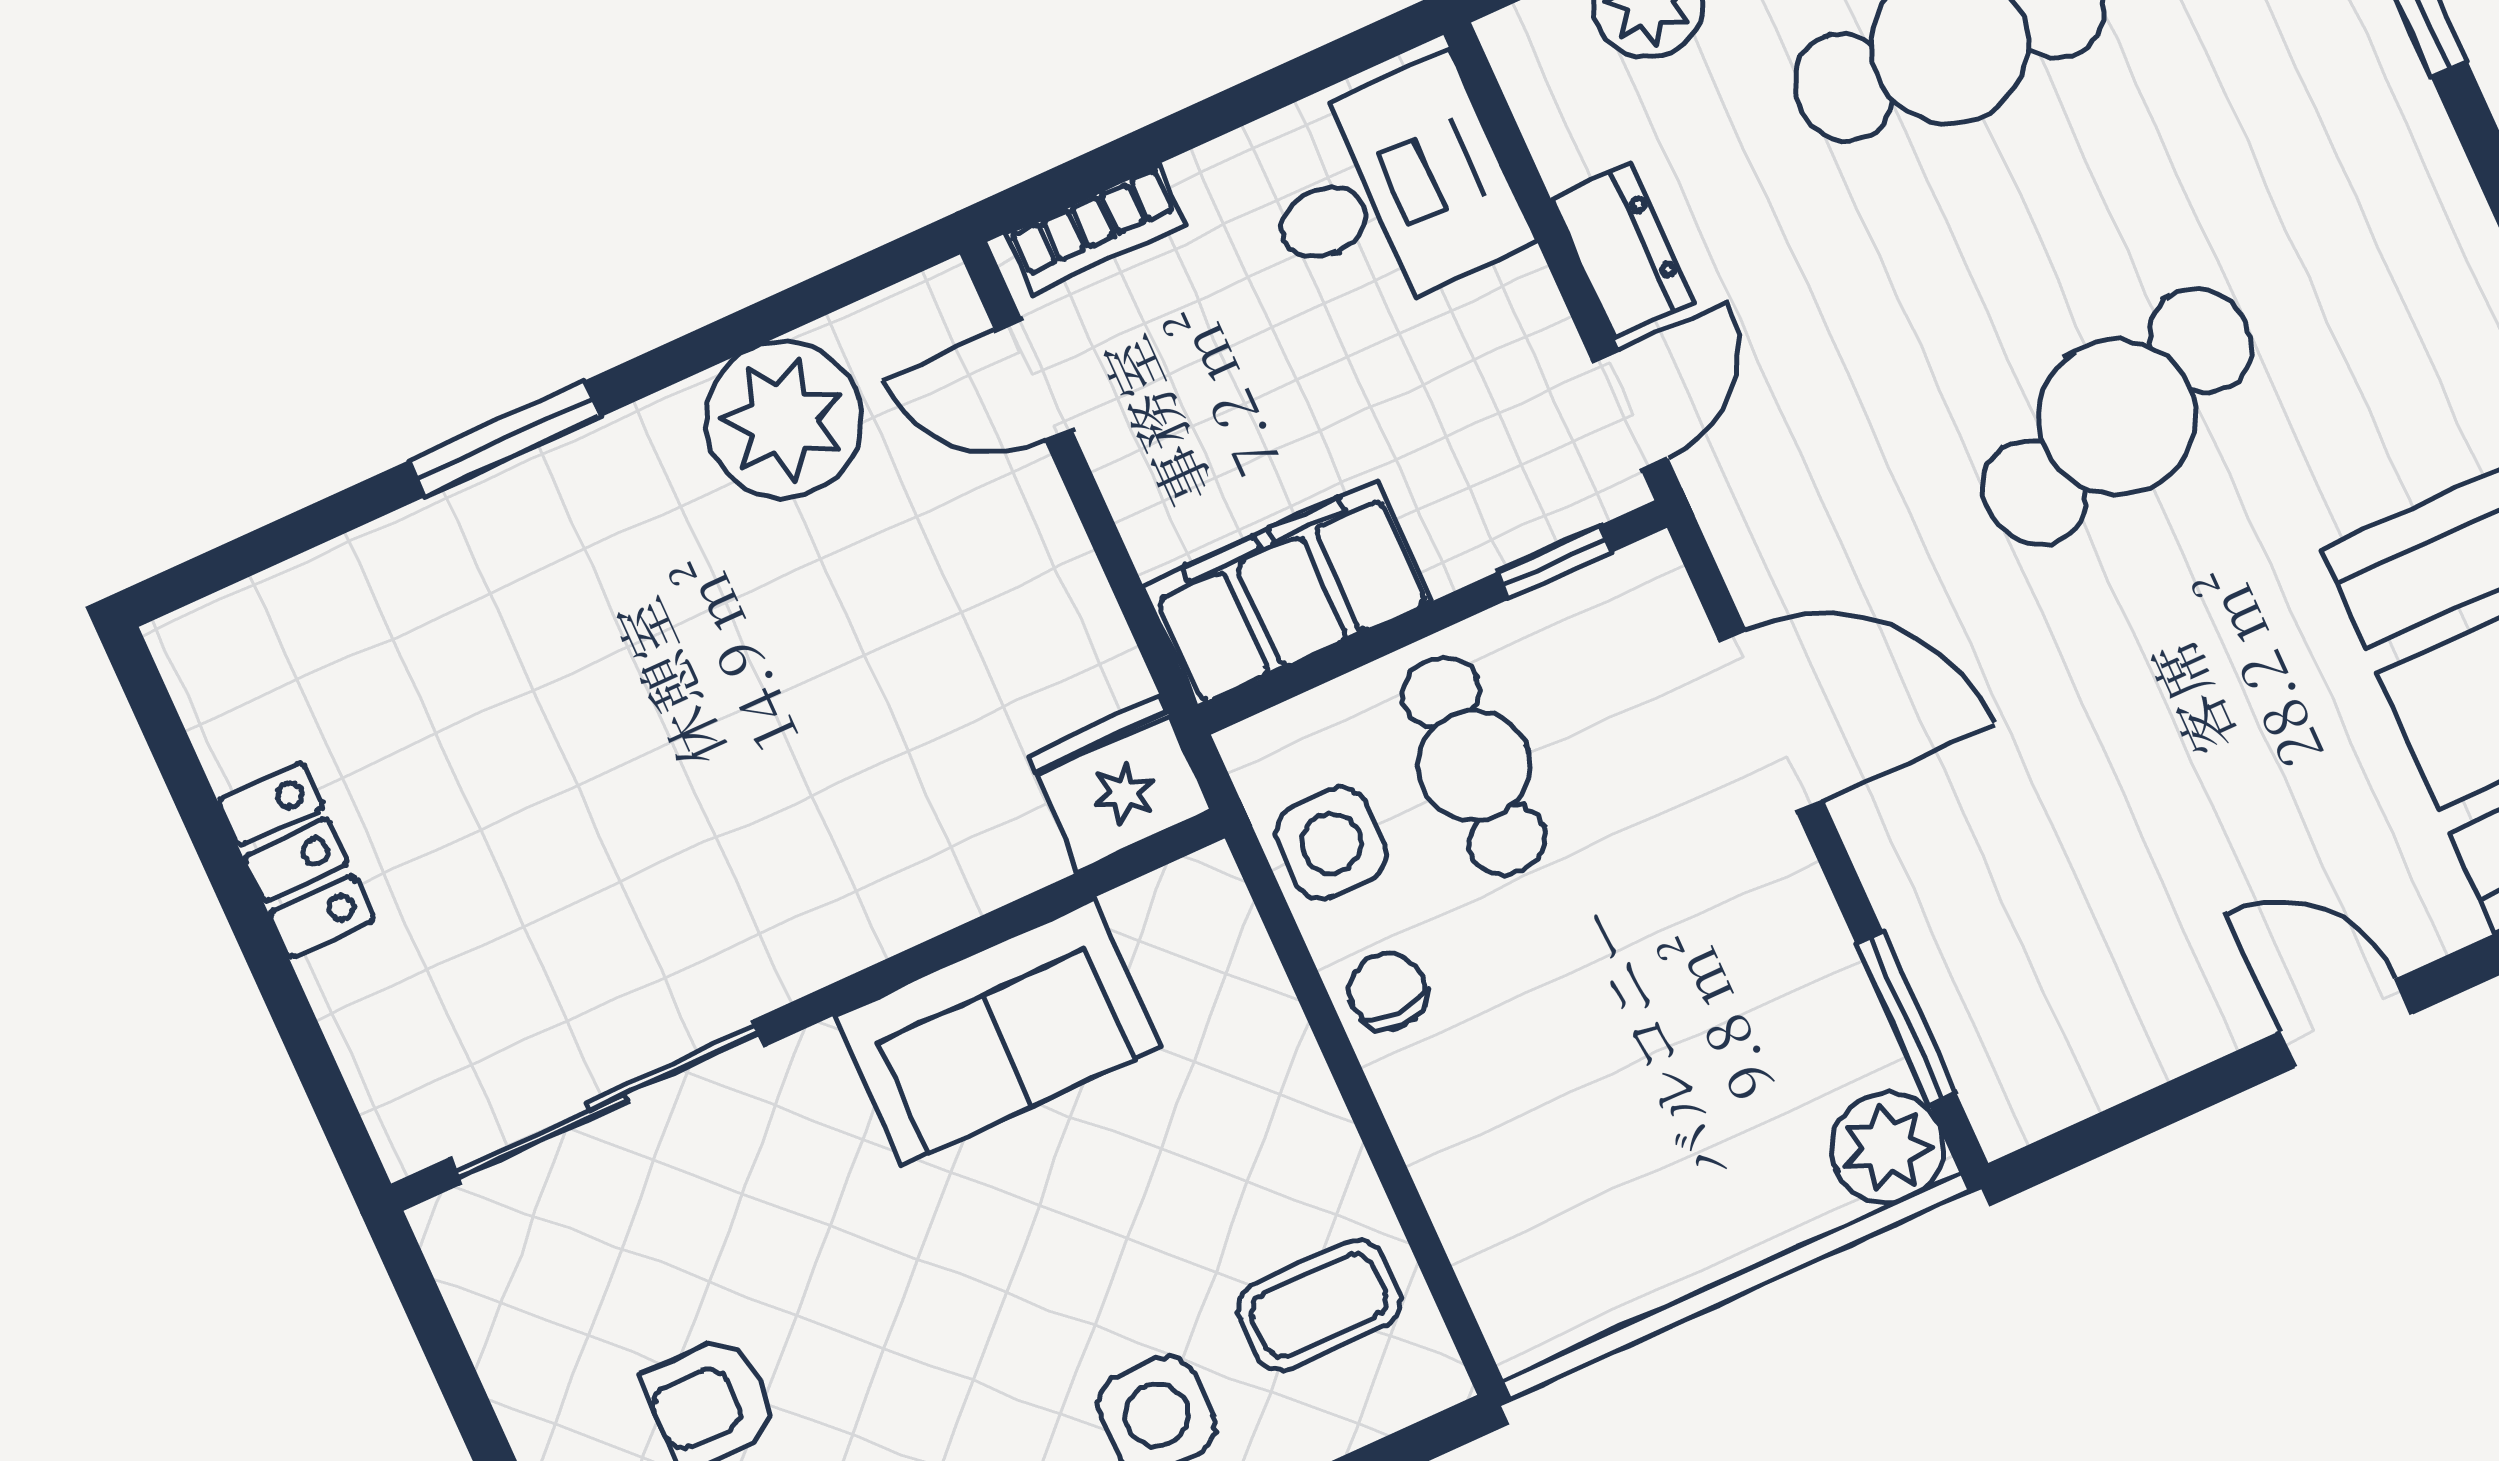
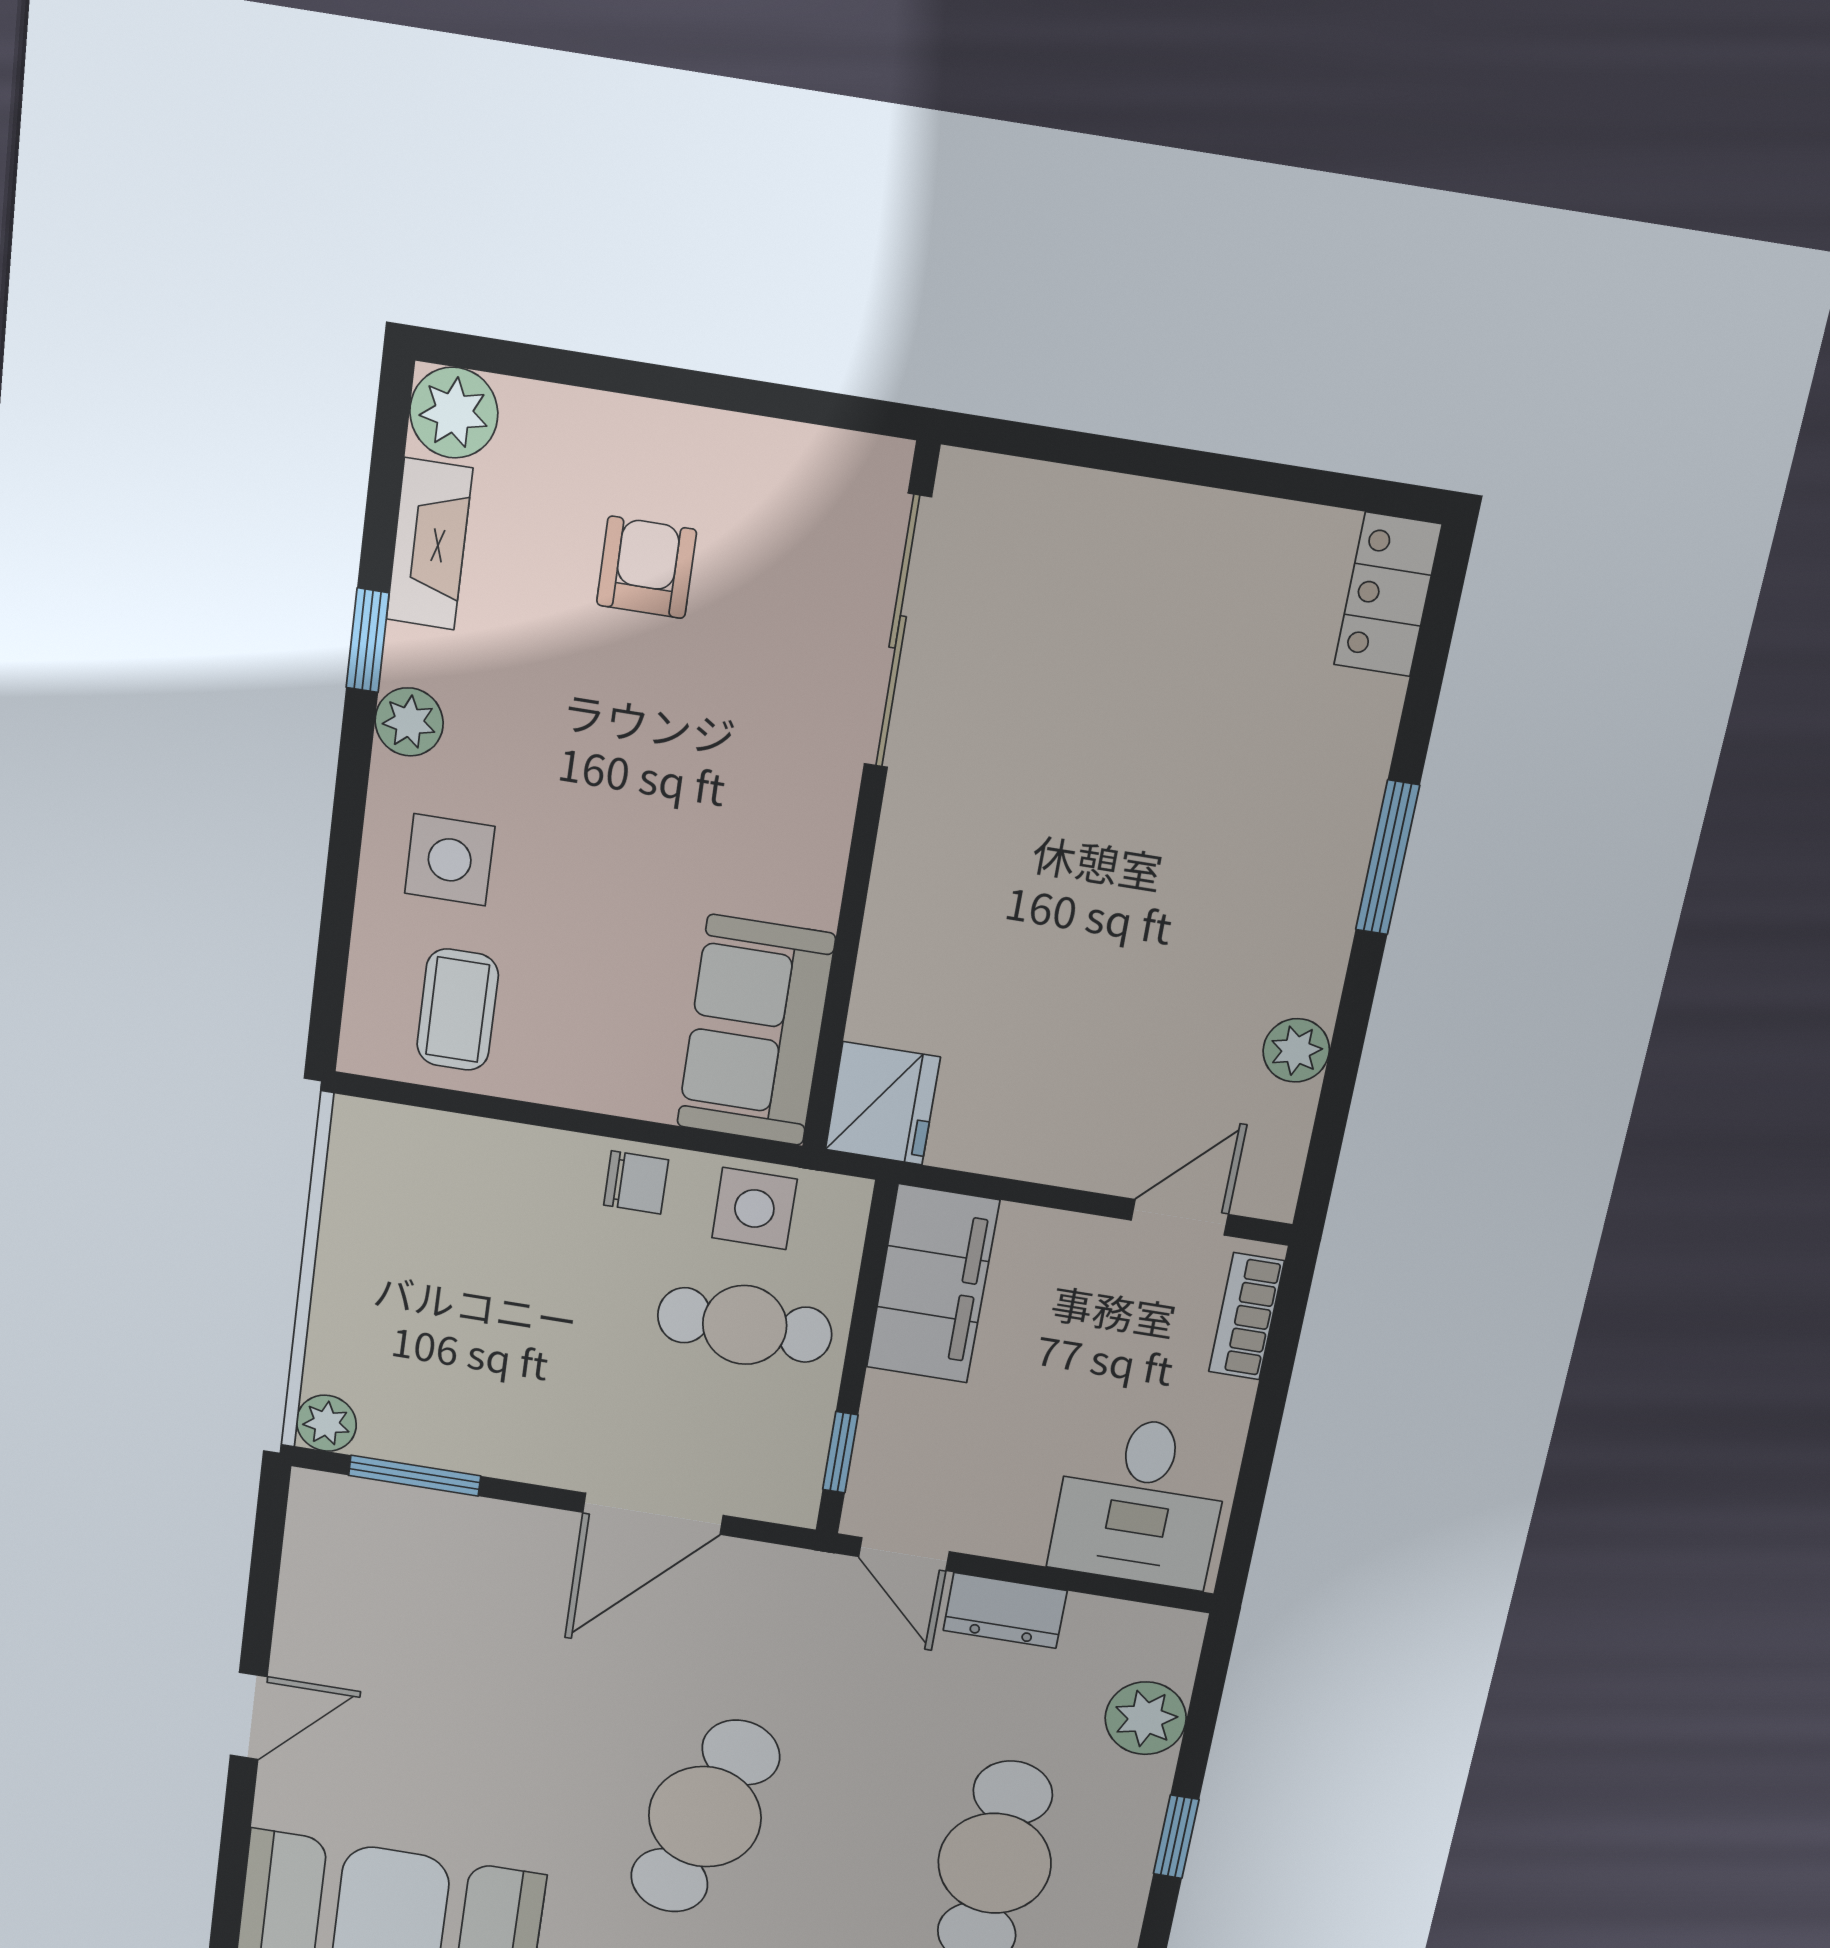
cafe table: (2117, 417) -> (705, 1817), turned 36
plant: (784, 420) -> (1296, 1050), width x0.53, depth x0.53
locker: (296, 860) -> (1388, 595), moved, turned 90
sofa: (998, 1032) -> (756, 1031), moved
plant: (1887, 1148) -> (326, 1423), width x0.73, depth x0.73

